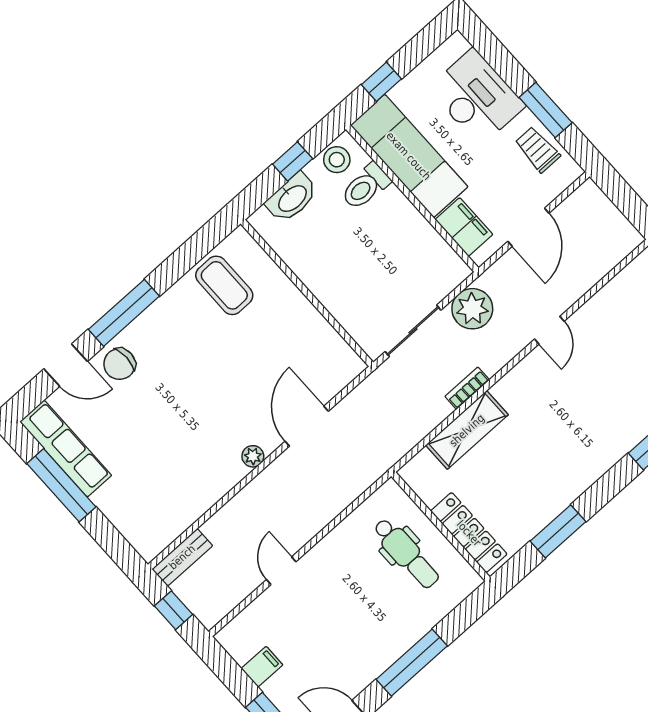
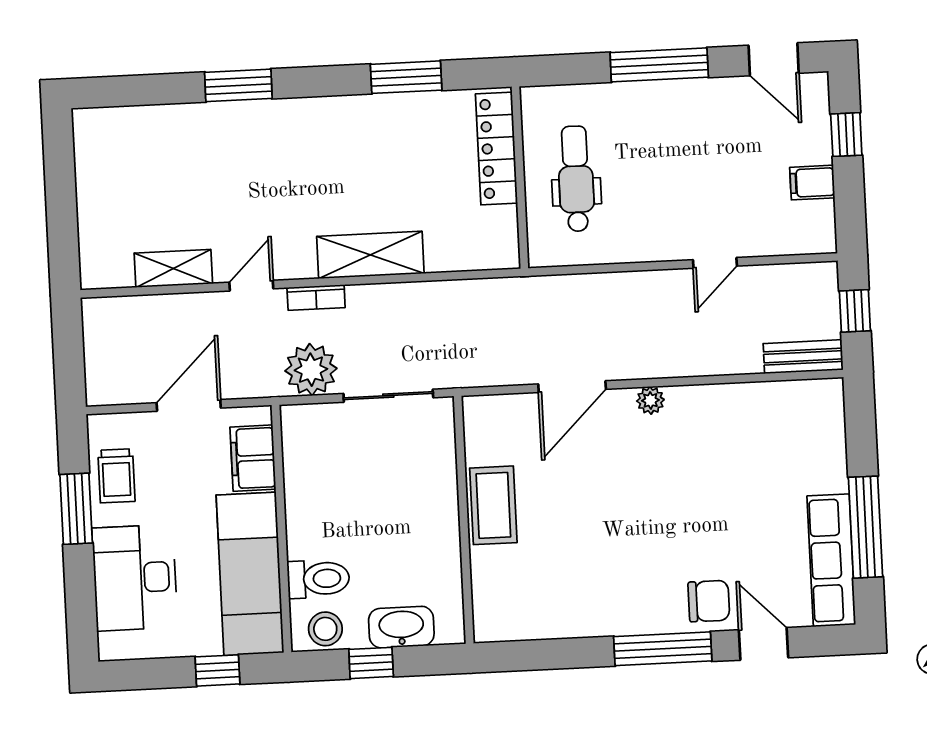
coffee table: (224, 285) -> (493, 505), moved
shelving: (605, 302) -> (173, 268), added
bookcase: (467, 388) -> (316, 297), moved
shelving: (467, 430) -> (370, 255), moved

